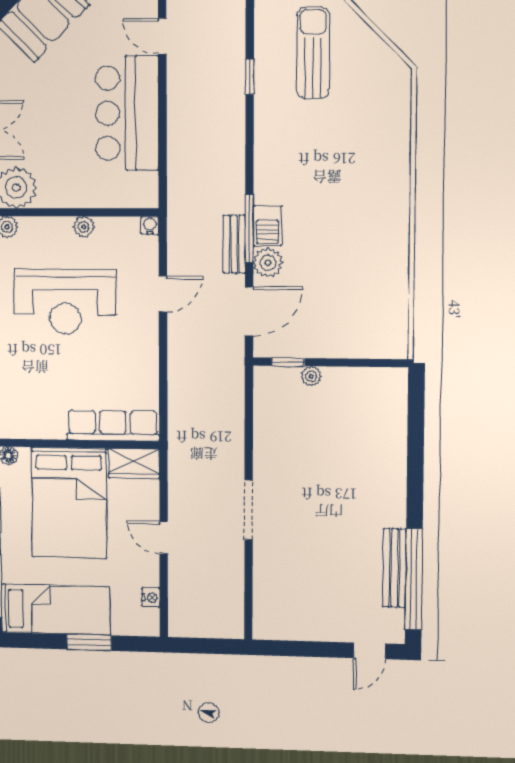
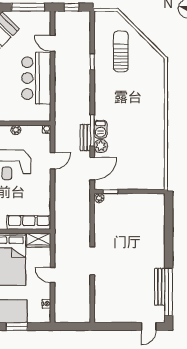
plant: (311, 376) -> (99, 198), moved

